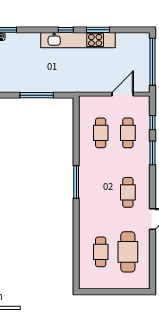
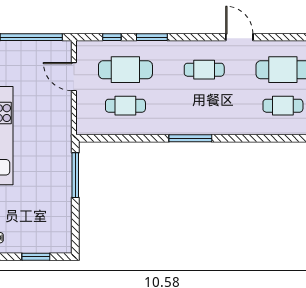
window: (37, 95) -> (75, 175), moved
cafe table: (128, 133) -> (125, 70), width x1.37, depth x1.35

